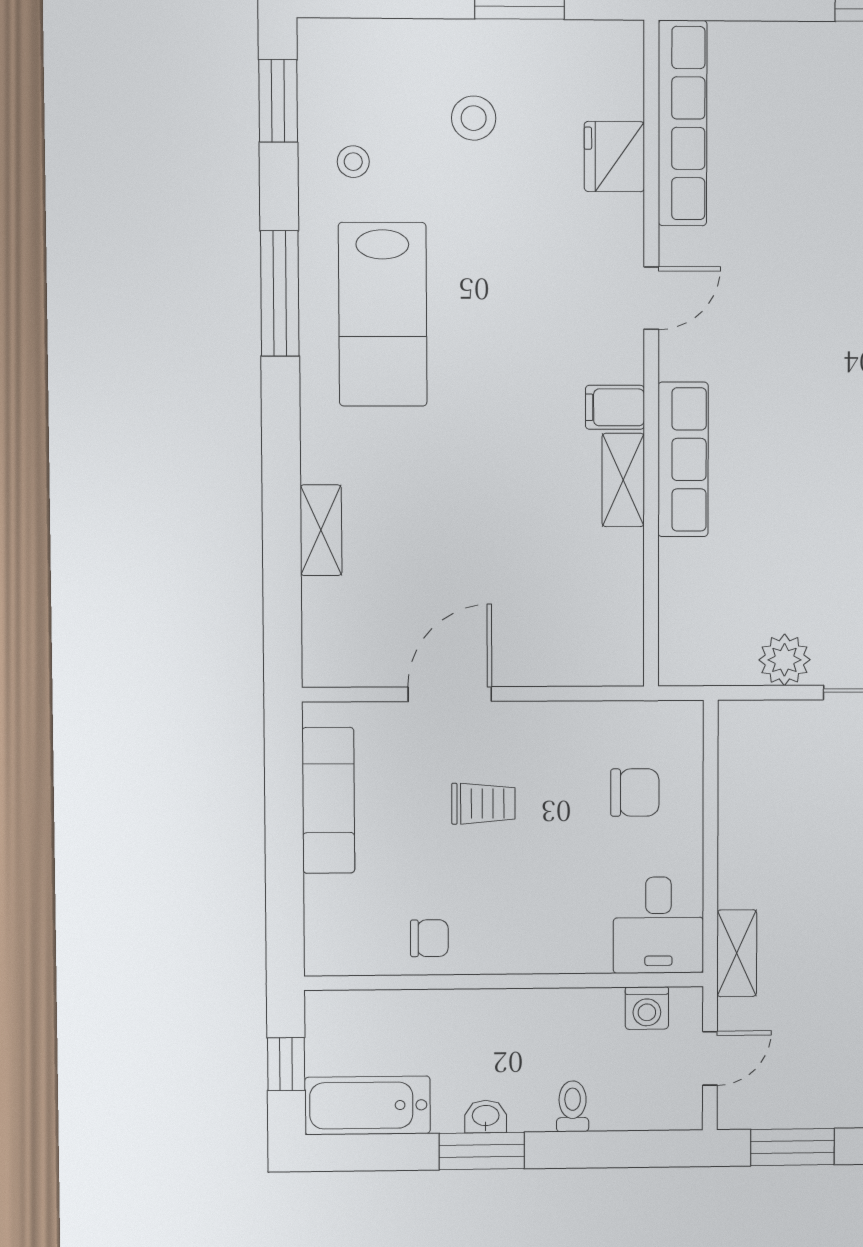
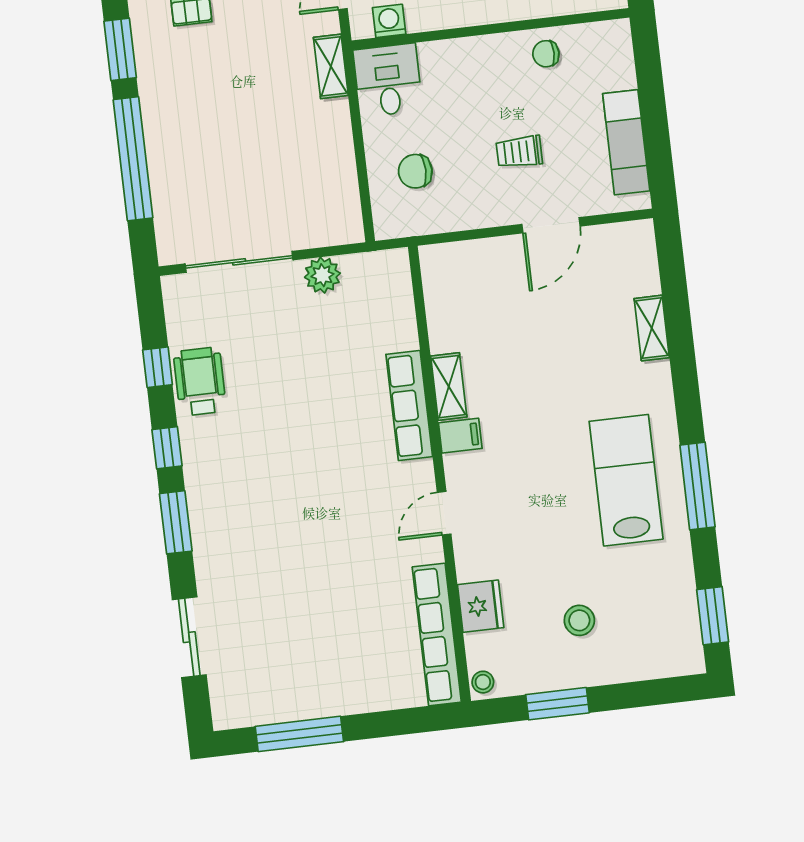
stool: (353, 162) -> (483, 682), moved

